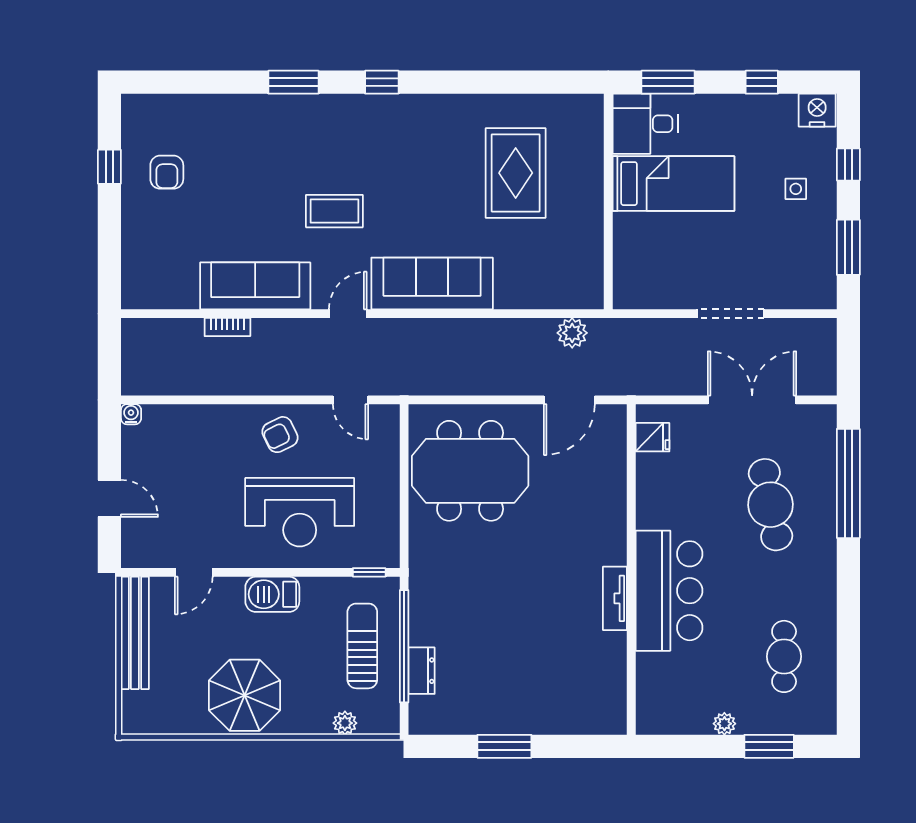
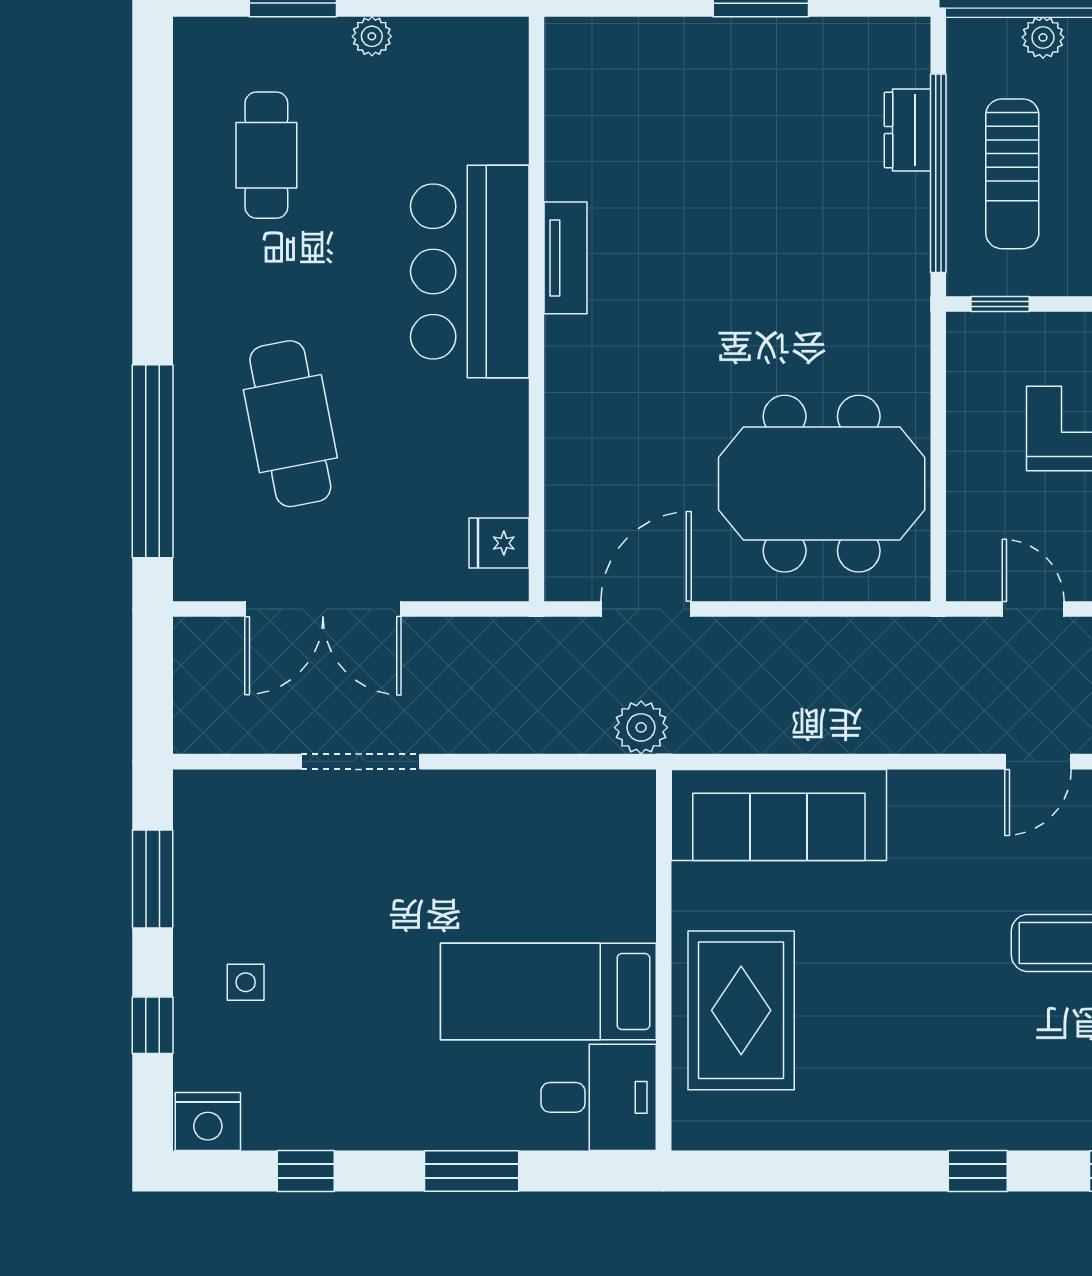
desk: (645, 124) -> (599, 1097), moved
bed: (673, 184) -> (548, 992), moved
wall: (608, 201) -> (664, 960), moved
sofa: (432, 283) -> (779, 815), moved

